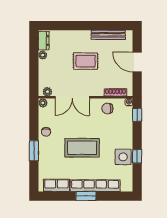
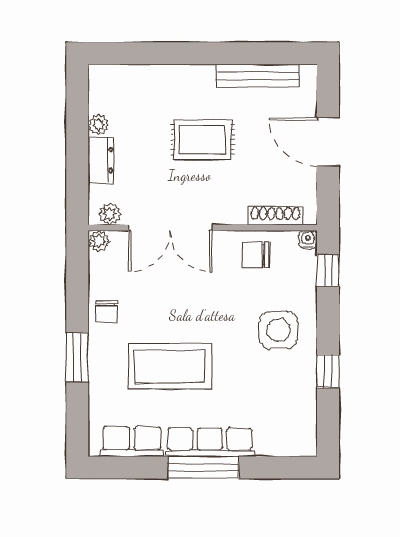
dresser: (44, 41) -> (101, 160), moved
coffee table: (82, 148) -> (170, 366), moved
side table: (123, 157) -> (279, 330), moved
row of seats: (95, 186) -> (210, 442), width x0.73
window: (86, 196) -> (204, 467), width x1.44

